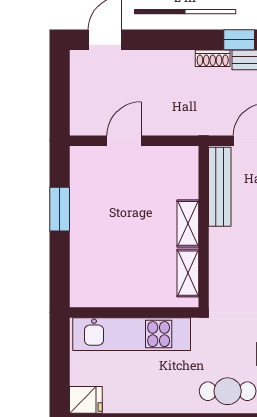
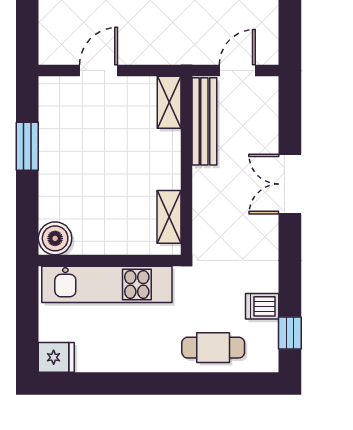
shelving: (188, 223) -> (169, 102), moved
boiler: (85, 292) -> (55, 238), added

